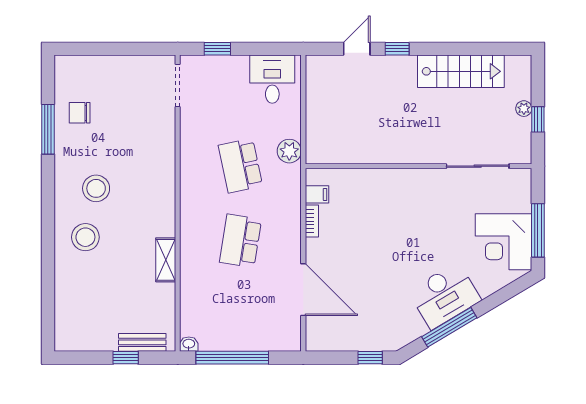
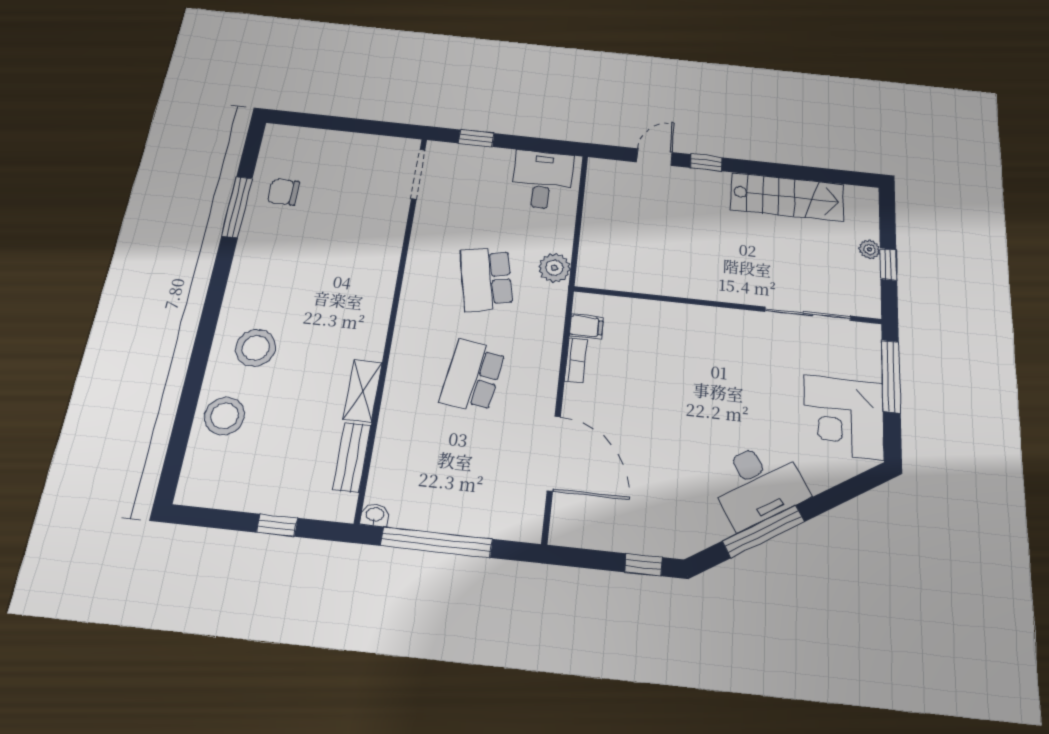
stool: (96, 188) -> (225, 416), moved
window: (538, 230) -> (891, 376), moved
bench: (142, 342) -> (352, 457), moved, turned 90

